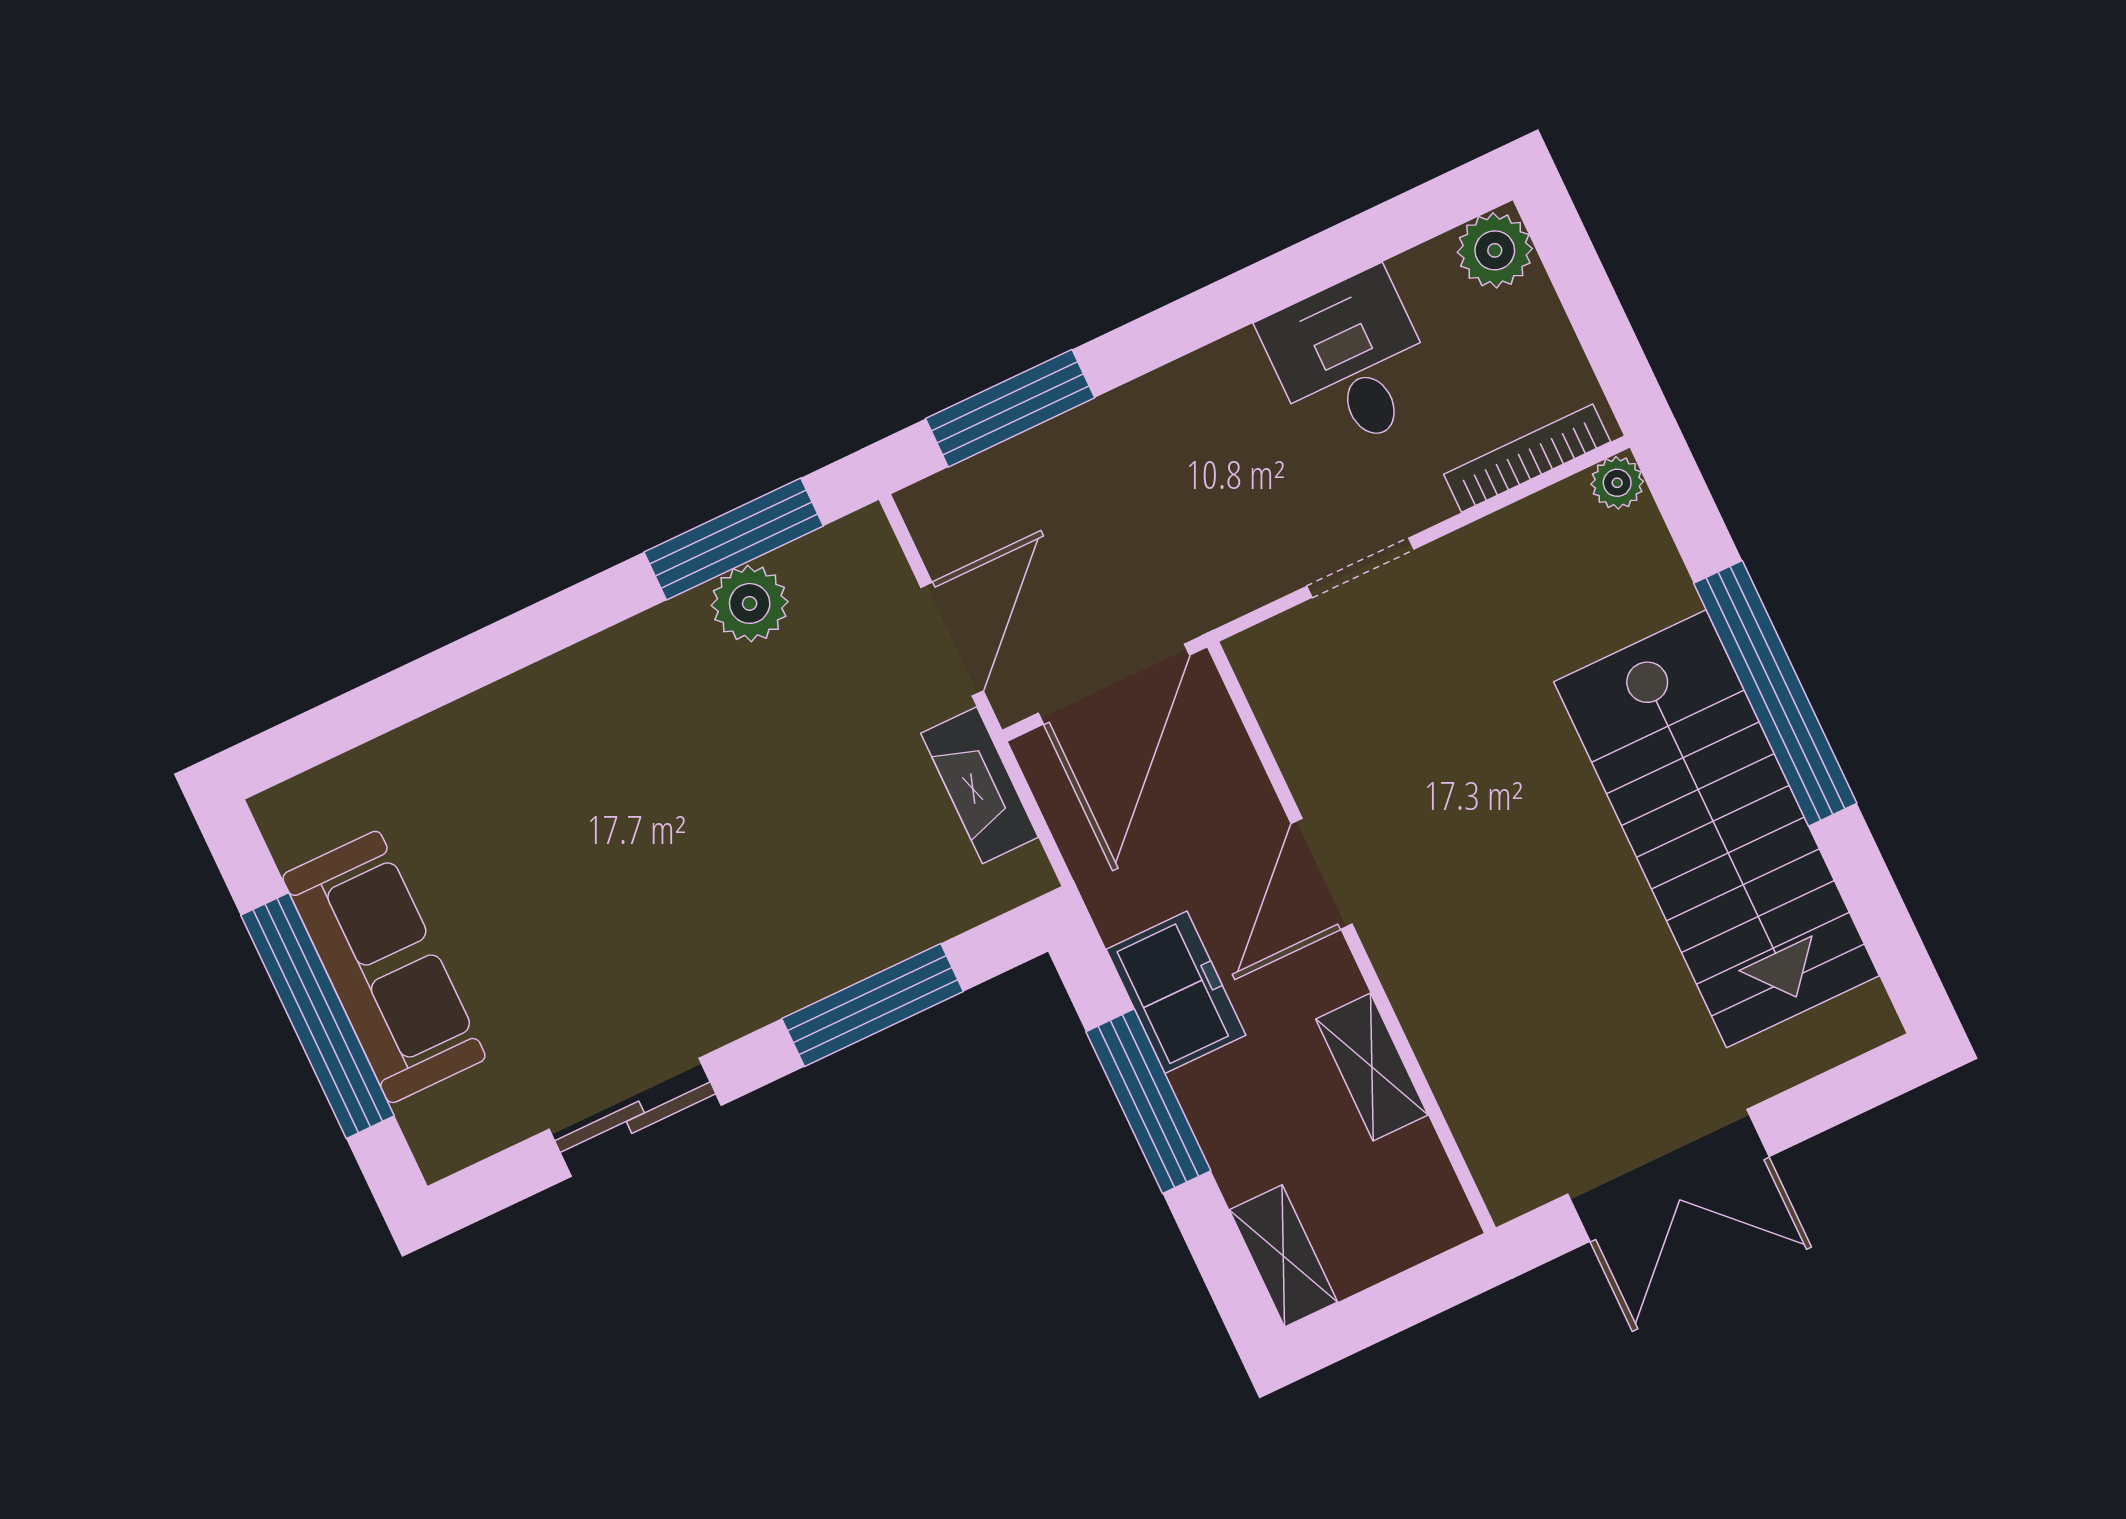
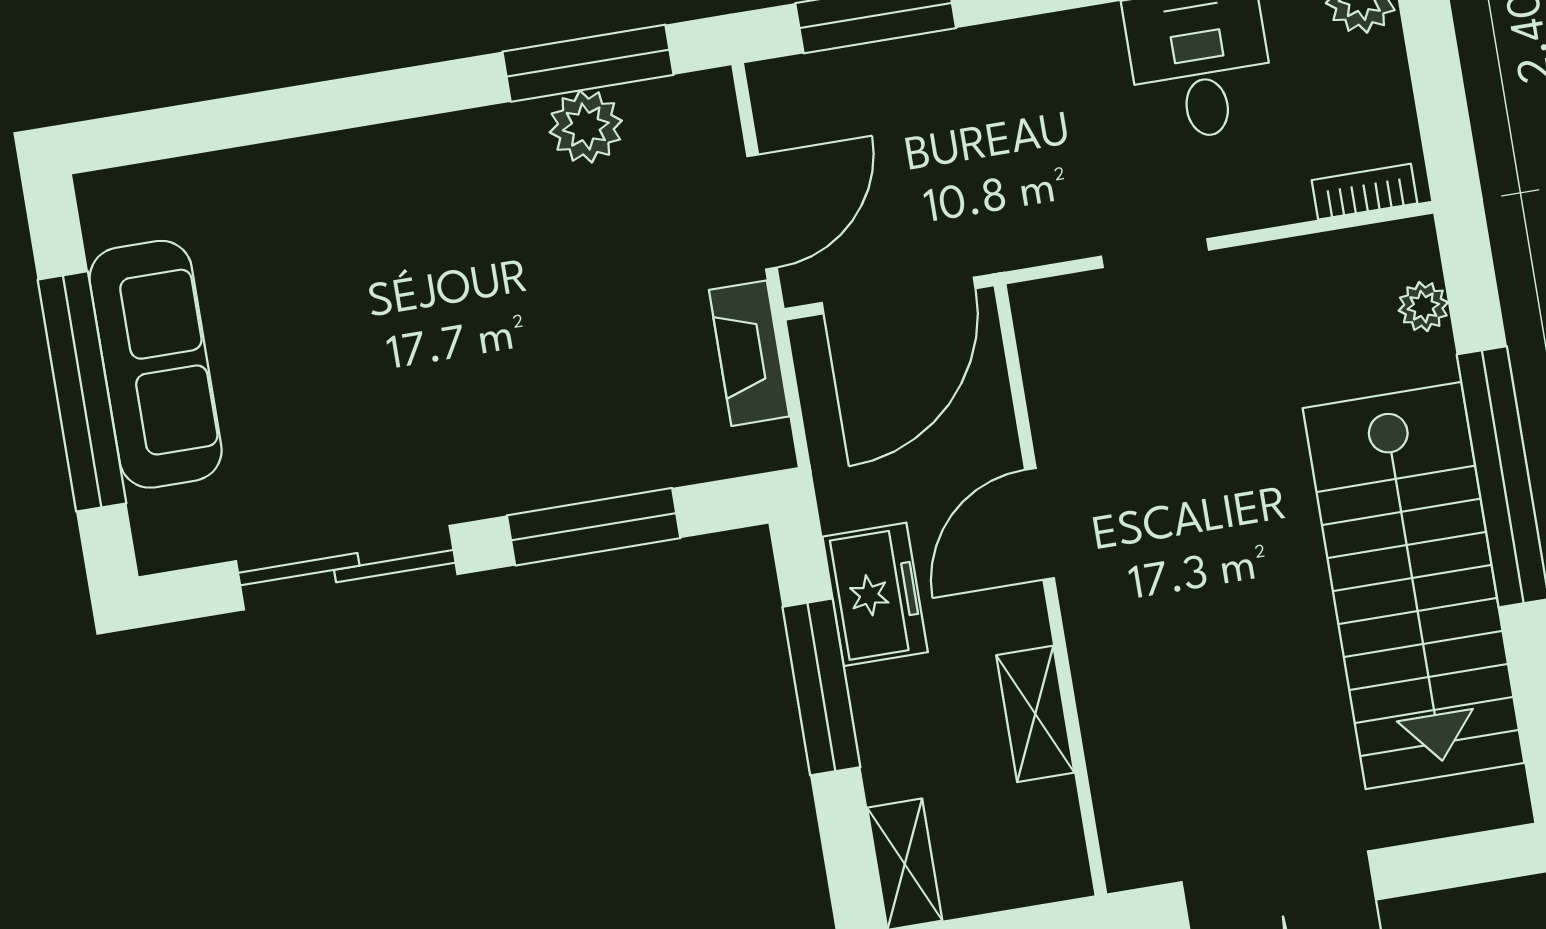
bookcase: (1527, 458) -> (1365, 192), width x0.64
plant: (1617, 483) -> (1423, 307), moved
sliding door: (635, 1117) -> (347, 568), width x1.37

